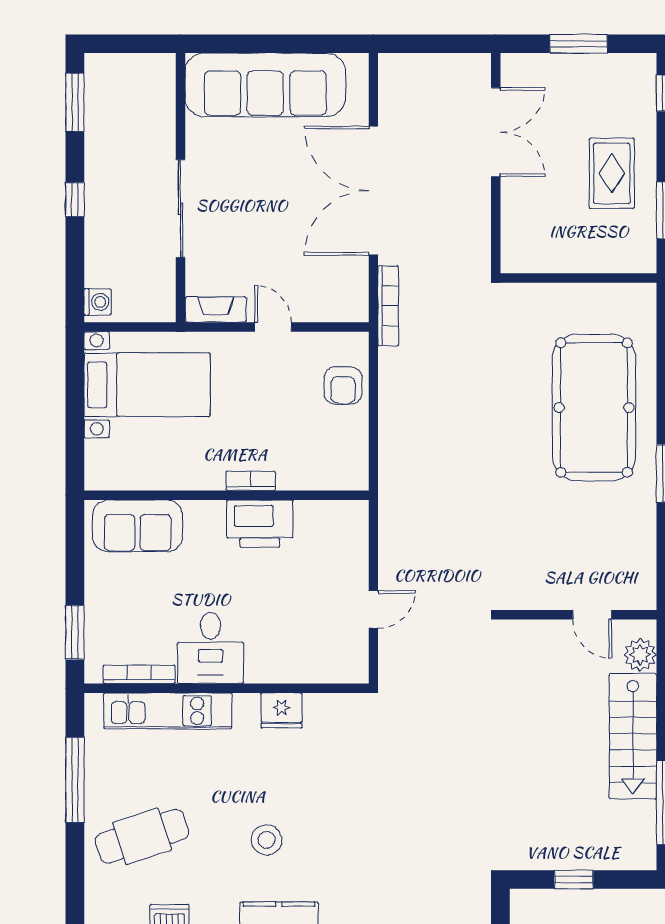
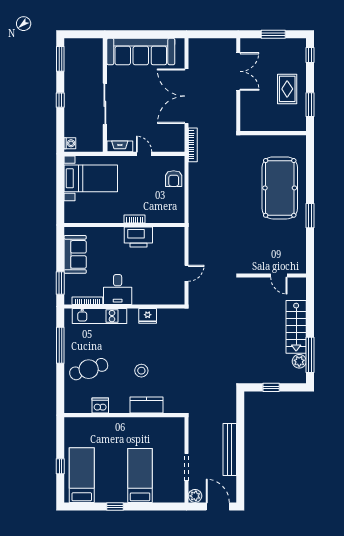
sofa: (138, 526) -> (75, 254), moved, turned -90
plant: (640, 655) -> (299, 361), moved

